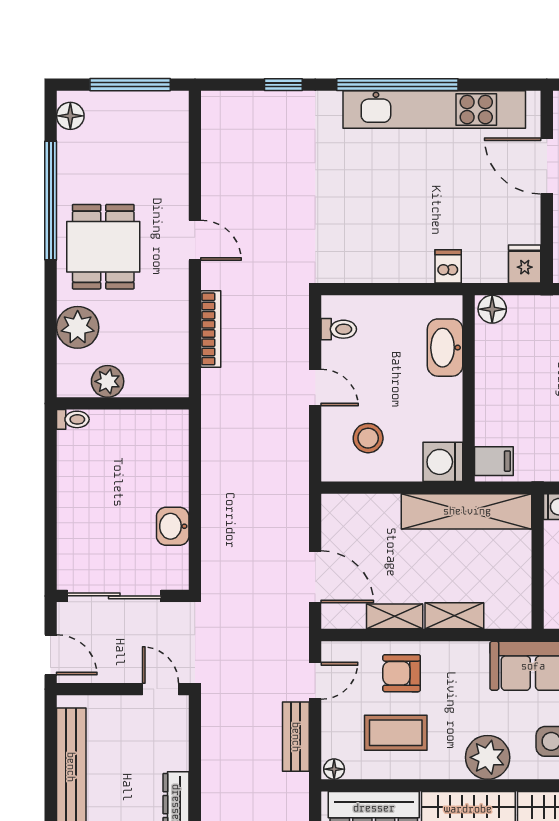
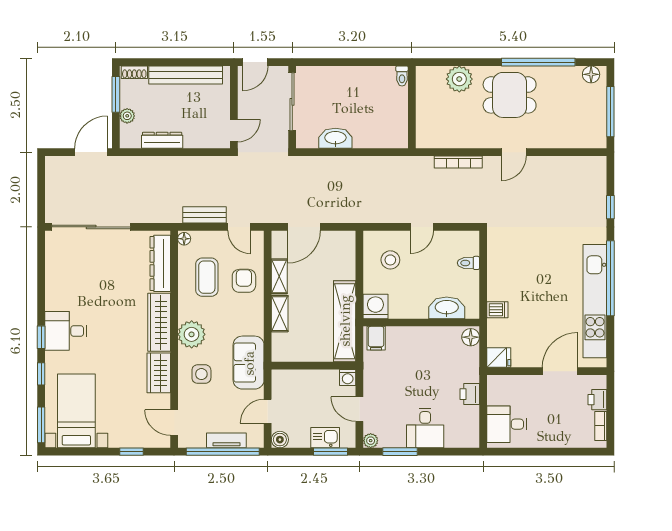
toilet: (339, 329) -> (468, 263), moved, turned 90
plant: (108, 381) -> (426, 98), removed
washbasin: (173, 526) -> (335, 138), width x1.38

